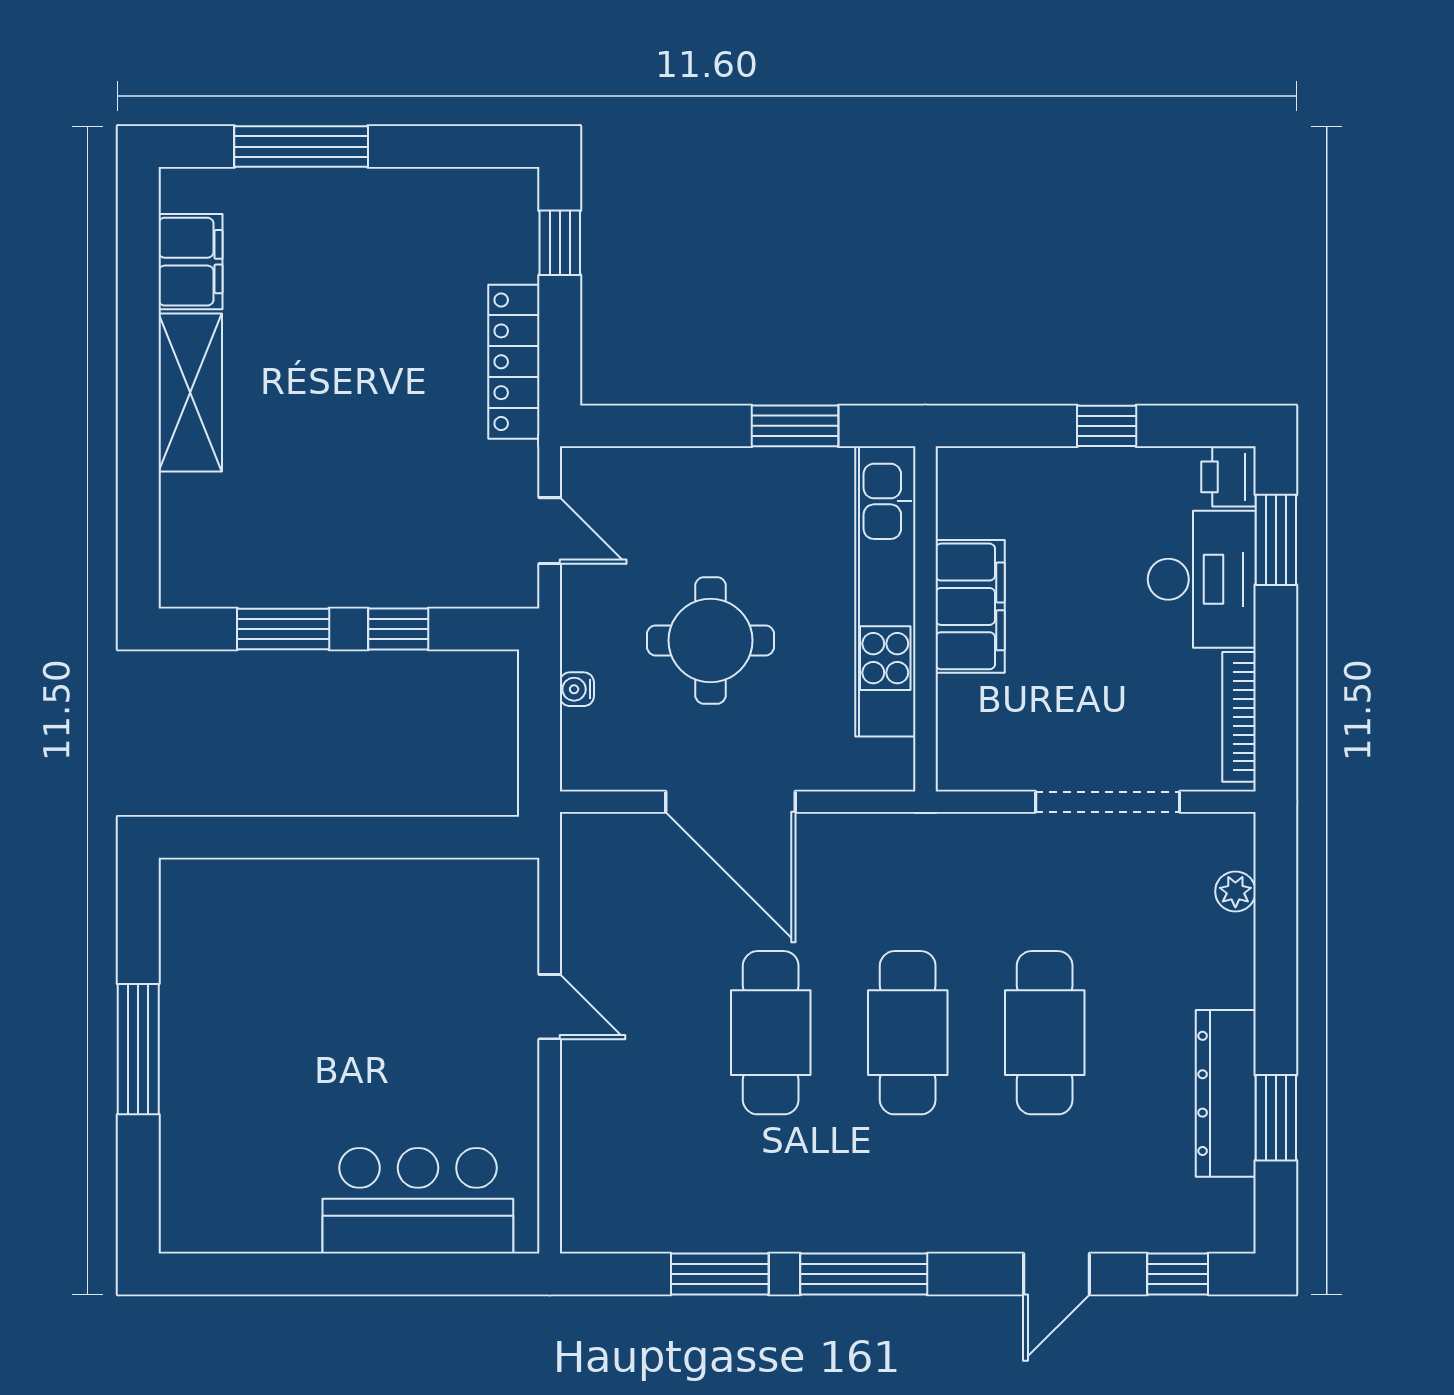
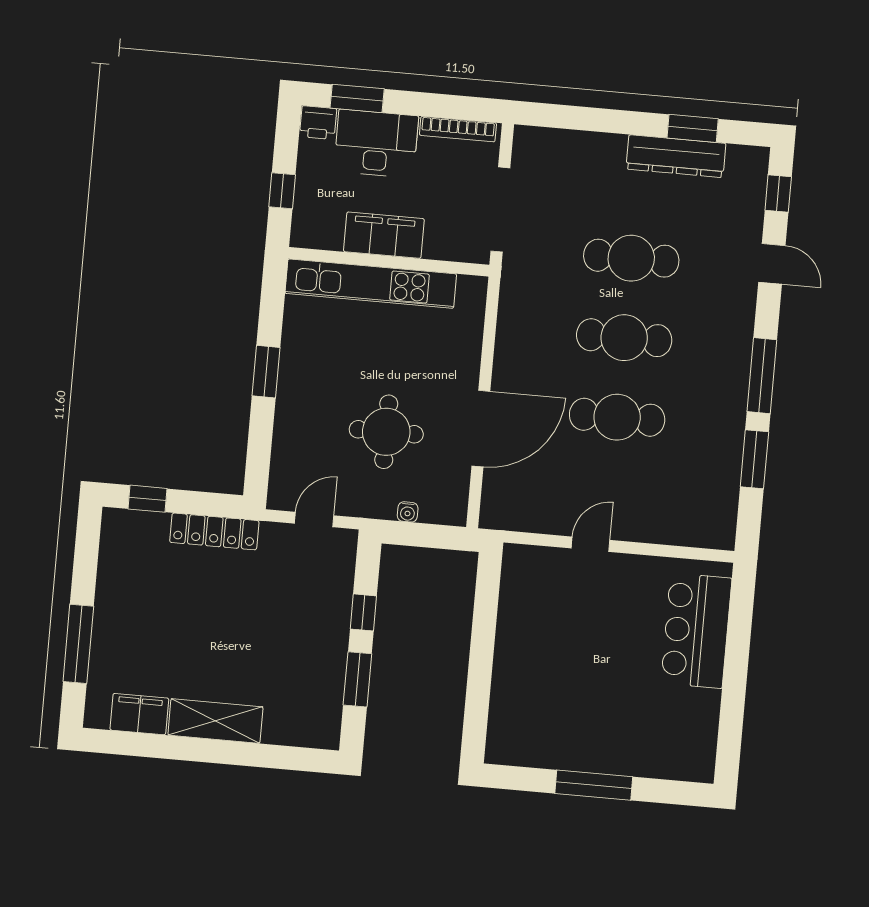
kitchen unit: (885, 591) -> (371, 284), moved
filing cabinet: (970, 606) -> (384, 235), moved
wall: (925, 619) -> (389, 262), moved
plant: (1235, 891) -> (559, 140), removed

